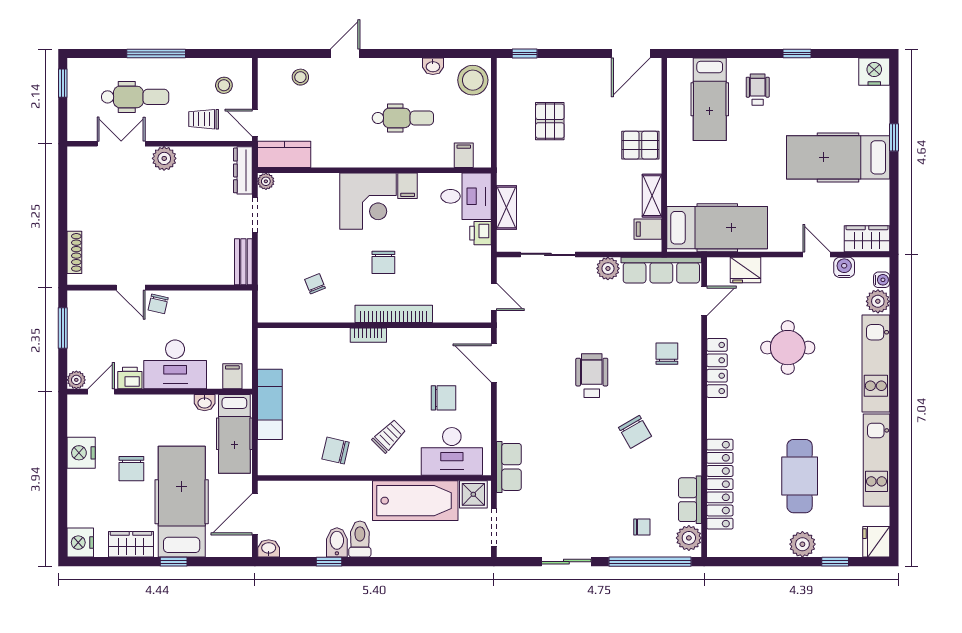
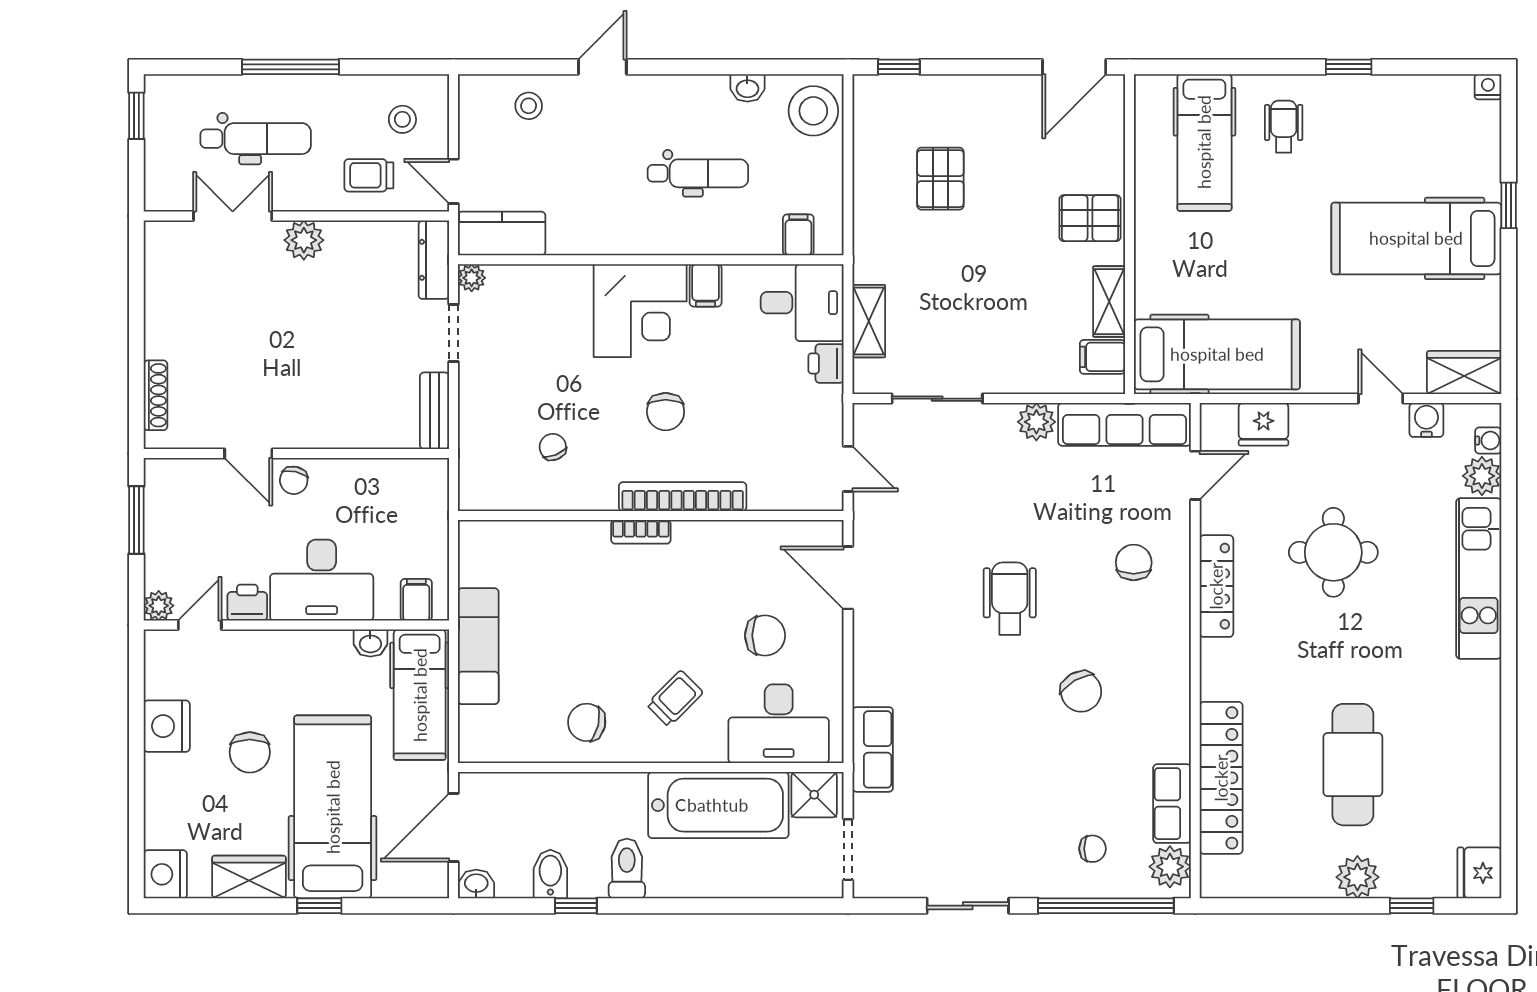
nightstand: (874, 72) -> (1488, 87), width x0.53, depth x0.56
kitchen unit: (877, 460) -> (1480, 738), removed
bidet: (337, 542) -> (550, 874), moved

